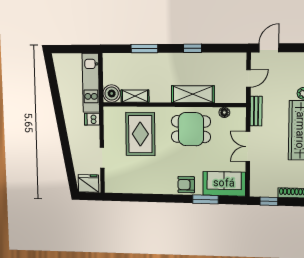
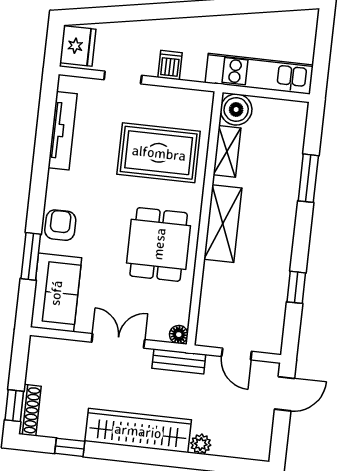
window: (193, 48) -> (296, 287), moved
door: (269, 48) -> (285, 394), hinge flipped
shelving: (193, 94) -> (223, 224), moved
floor lamp: (224, 112) -> (179, 335), moved
dishwasher: (92, 119) -> (170, 65), moved
tv unit: (135, 188) -> (63, 131), added
window: (269, 201) -> (14, 406), moved

